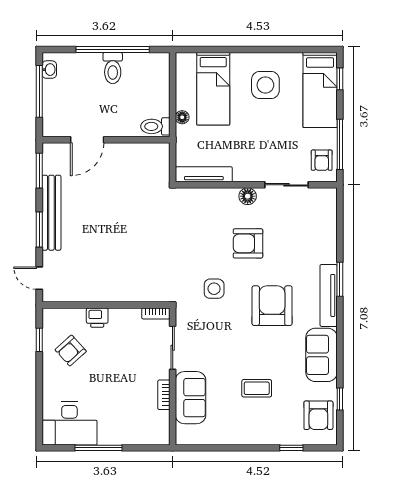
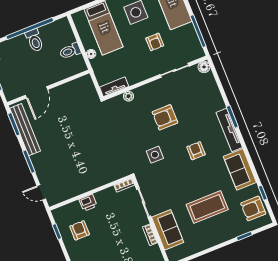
toilet: (155, 126) -> (70, 51), moved
armchair: (322, 160) -> (155, 42), moved
tv unit: (204, 174) -> (114, 87), width x0.71
plant: (210, 195) -> (128, 96), added
floor lamp: (248, 196) -> (204, 67), moved
bench: (51, 213) -> (25, 130), moved
armchair: (272, 306) -> (196, 151), width x0.53, depth x0.53
armchair: (71, 351) -> (80, 230), turned 132
coffee table: (257, 388) -> (207, 207), width x1.86, depth x1.72
armchair: (318, 415) -> (253, 209), turned 90

